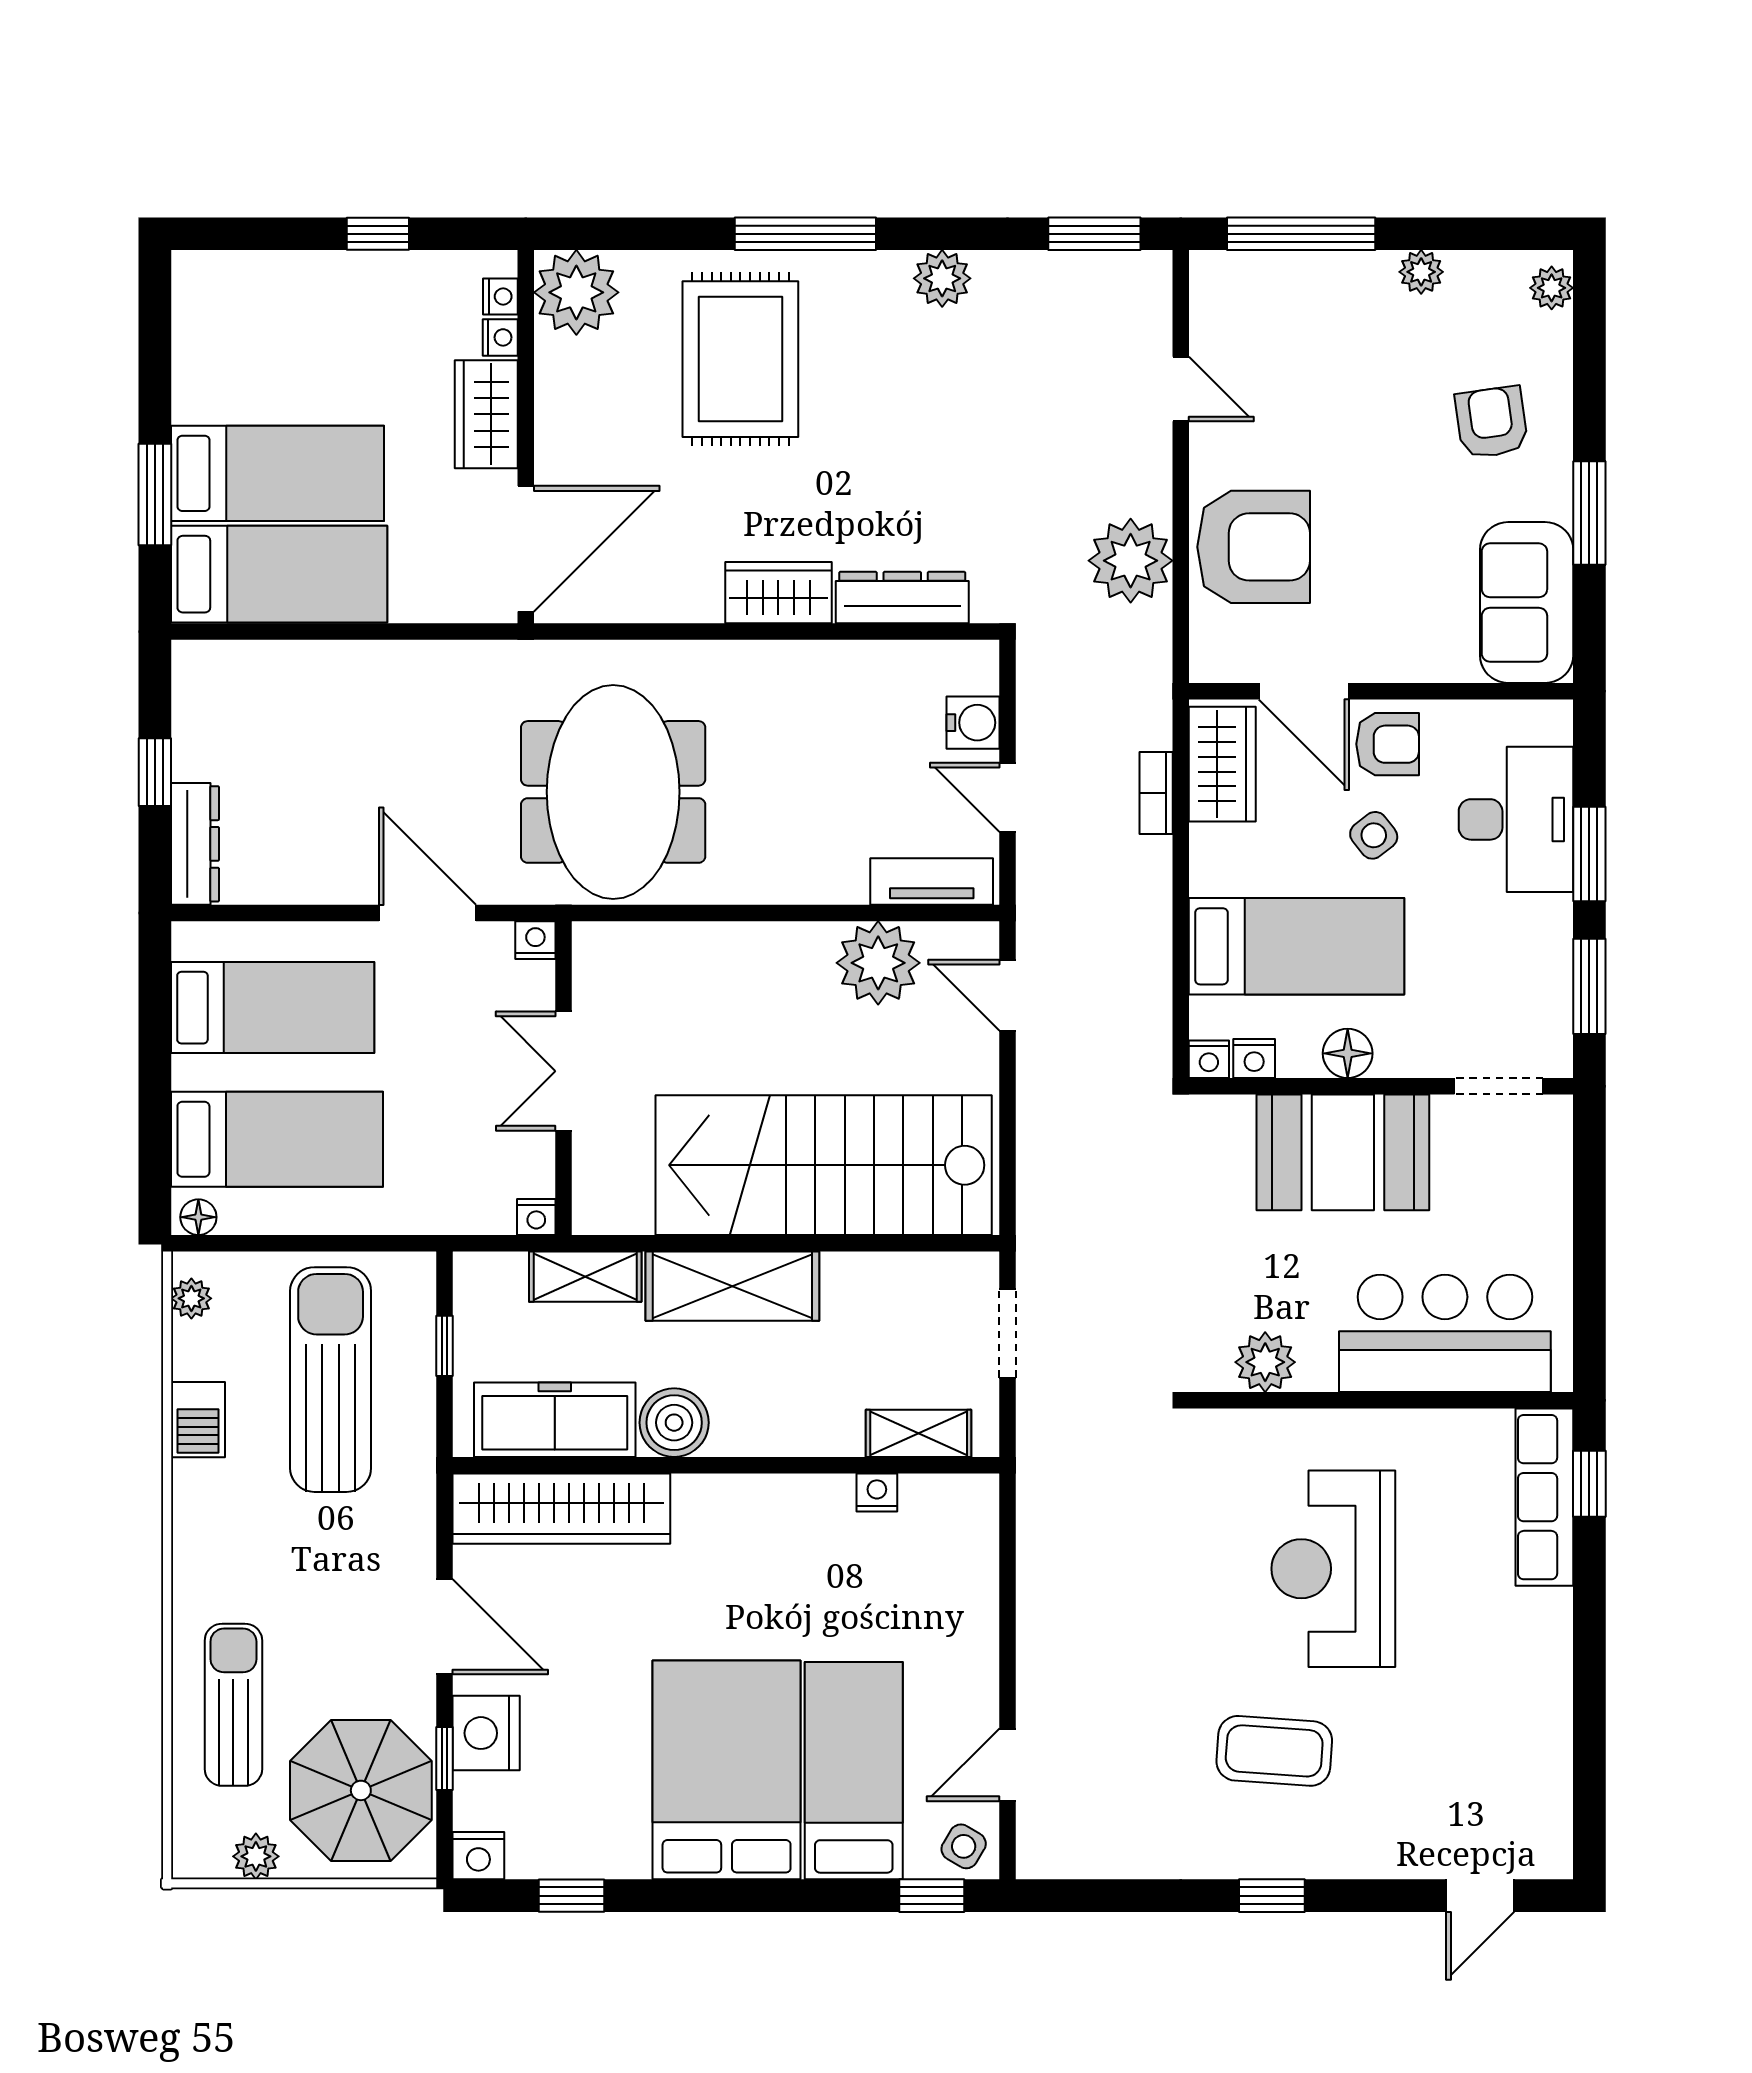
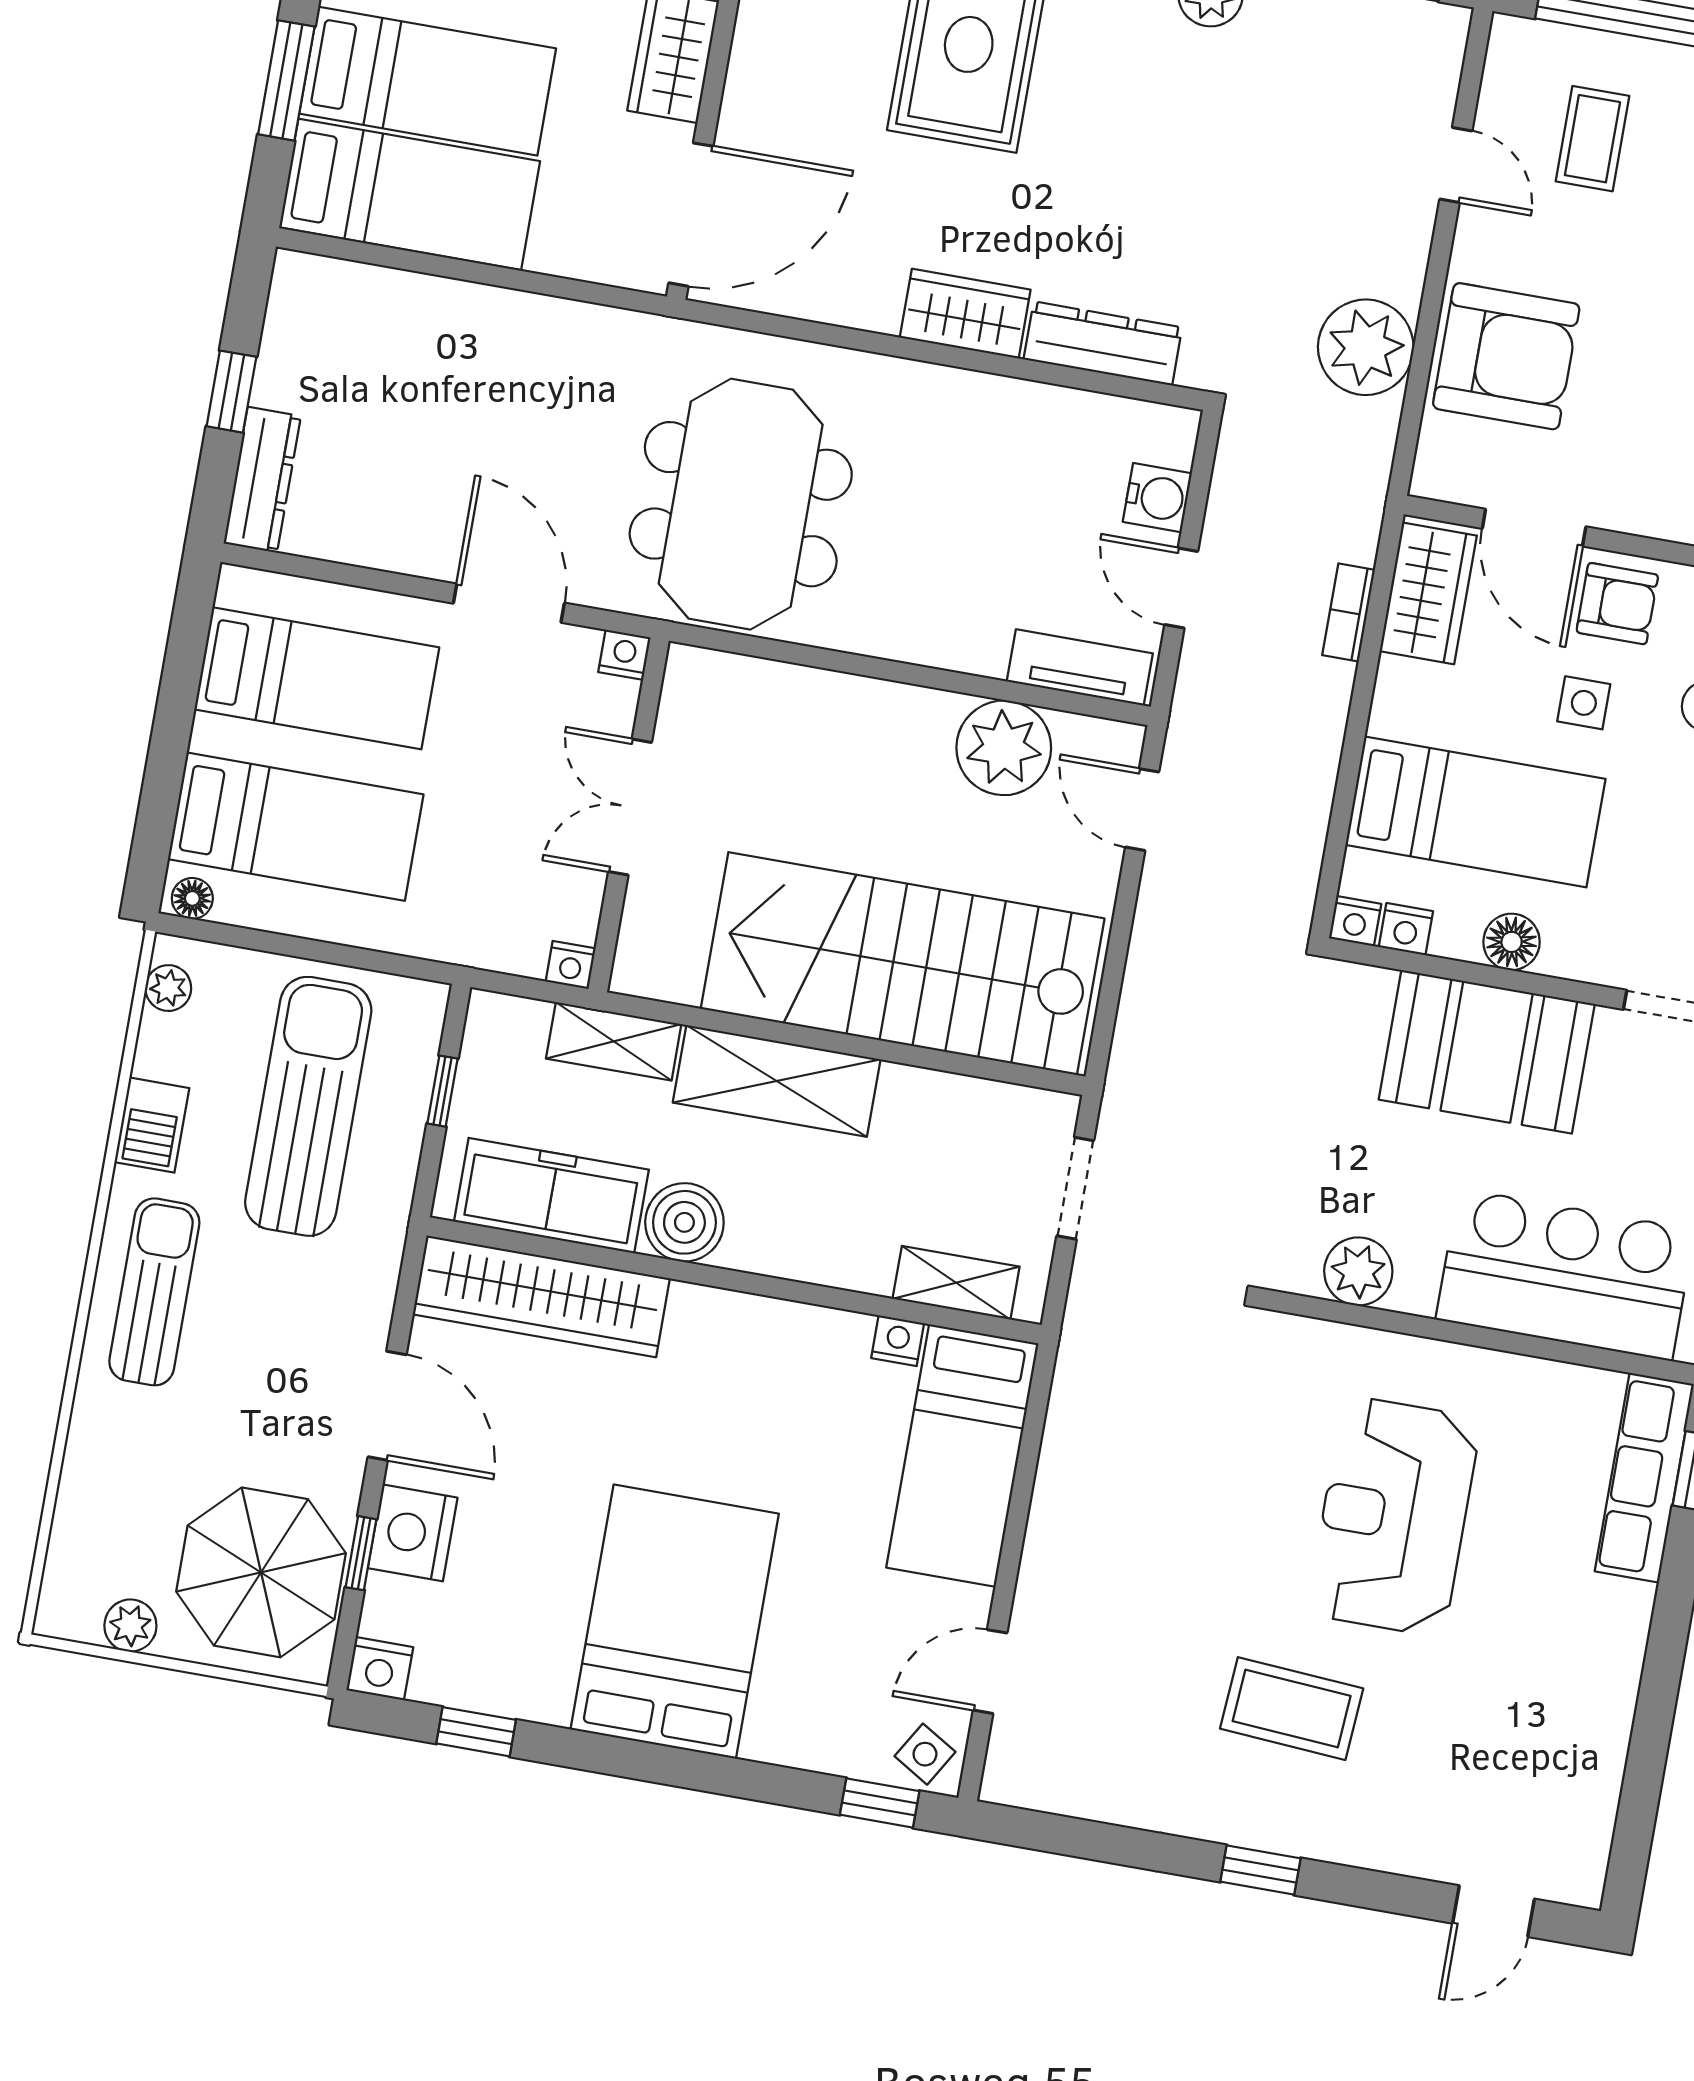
coffee table: (1295, 345) -> (1592, 139), added
side table: (1374, 835) -> (1584, 703), turned 38
sun lounger: (233, 1705) -> (154, 1292), moved
bed: (854, 1771) -> (962, 1455), moved, turned 180

